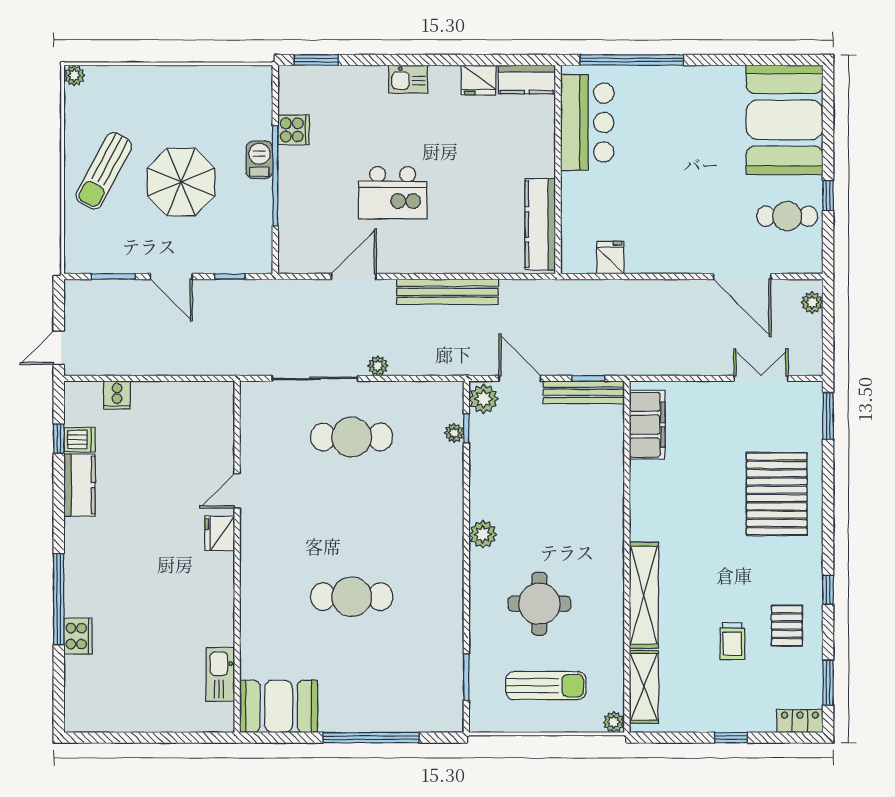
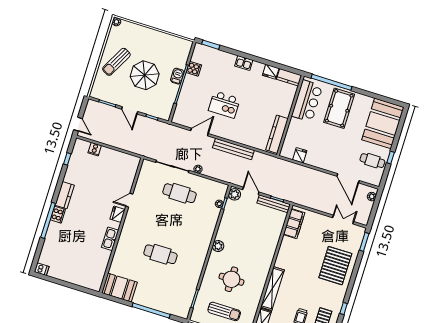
pool table: (669, 116) -> (339, 108), added
door: (59, 348) -> (78, 124), swing flipped
dishwasher: (79, 440) -> (42, 269), moved
kitchen counter: (79, 485) -> (65, 195), moved
cooker: (78, 636) -> (58, 215), moved
kitchen sink: (220, 674) -> (110, 239), moved

